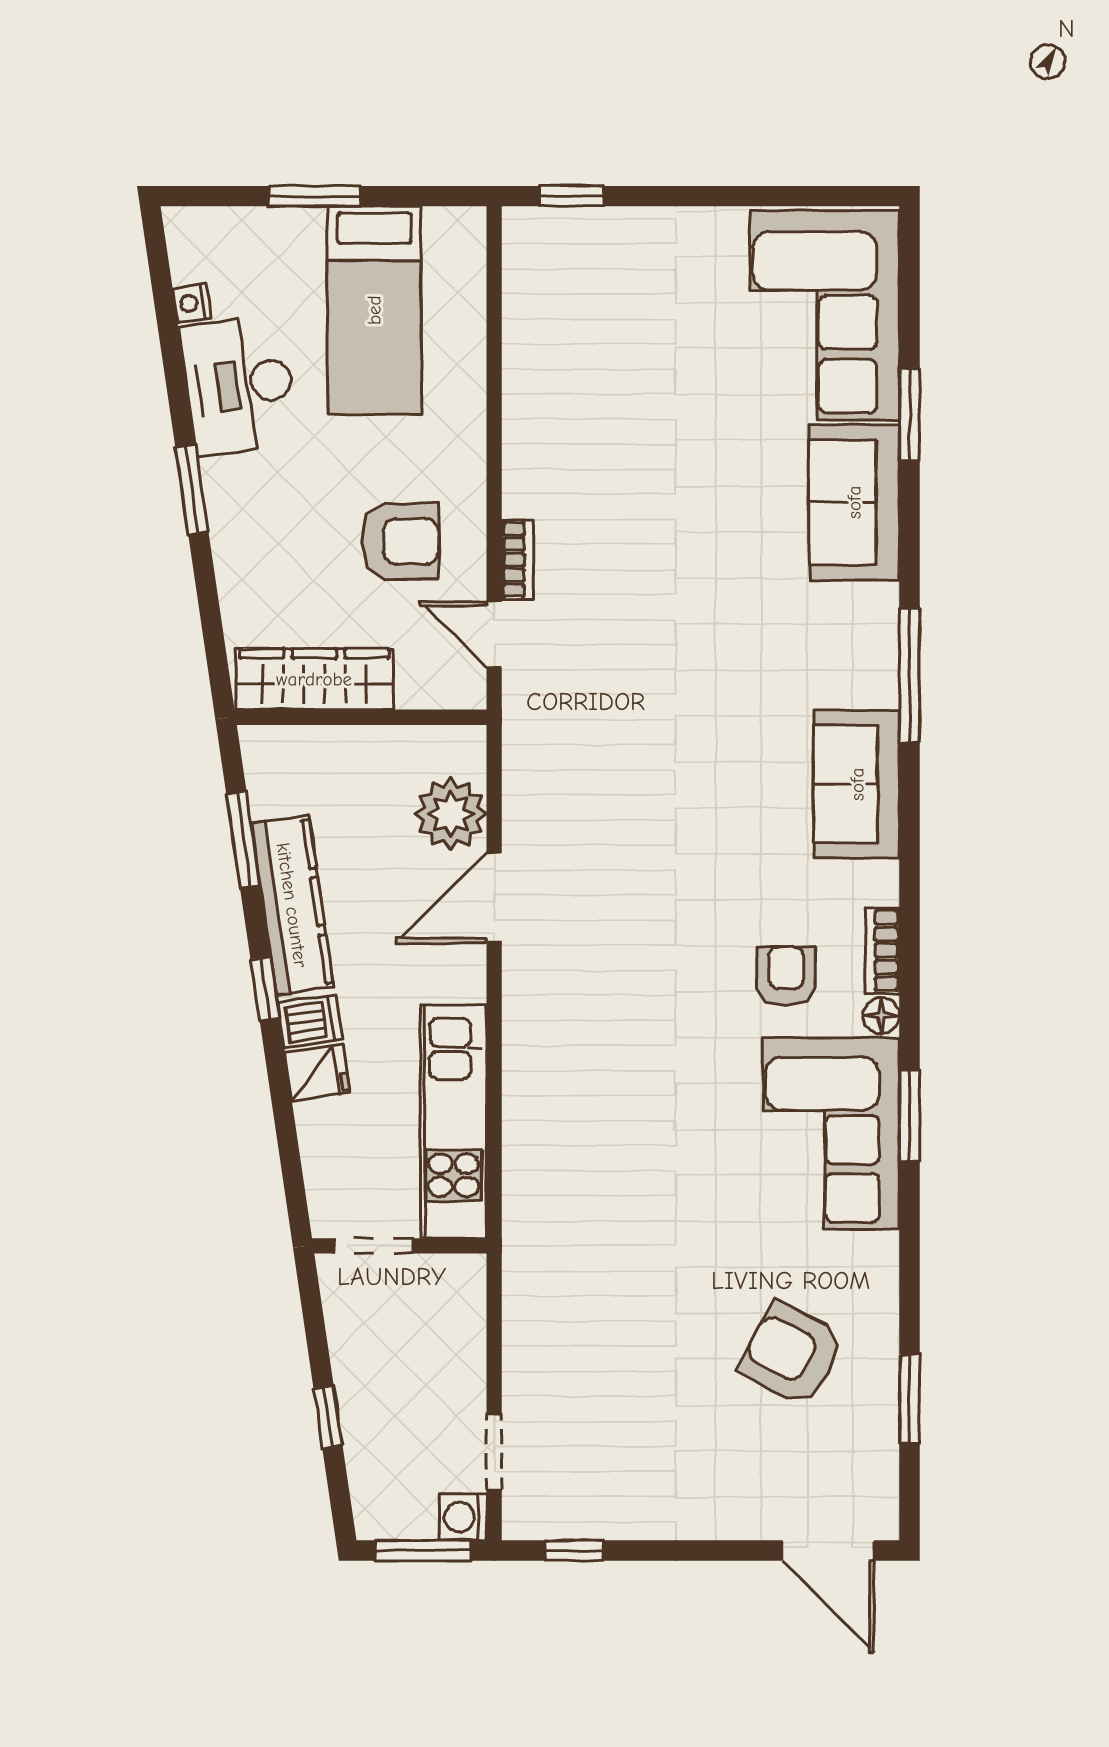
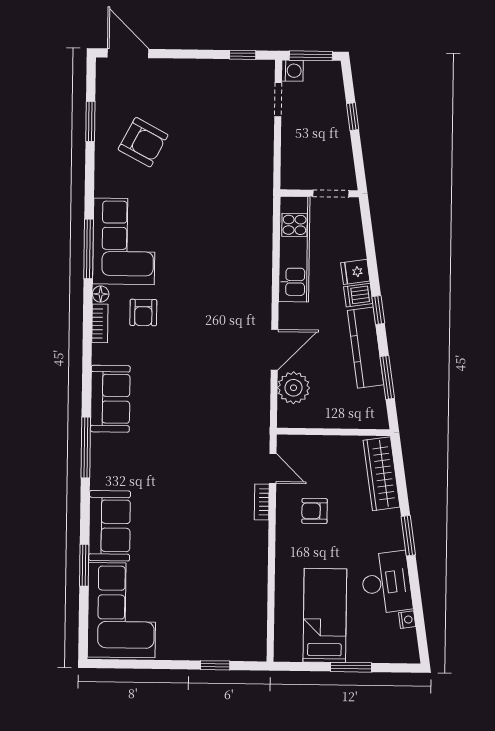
window: (572, 196) -> (215, 665), moved
armchair: (400, 541) -> (315, 511), width x0.72, depth x0.72
wardrobe: (314, 679) -> (382, 474), moved, turned 82
window: (909, 1115) -> (89, 249), width x1.44

